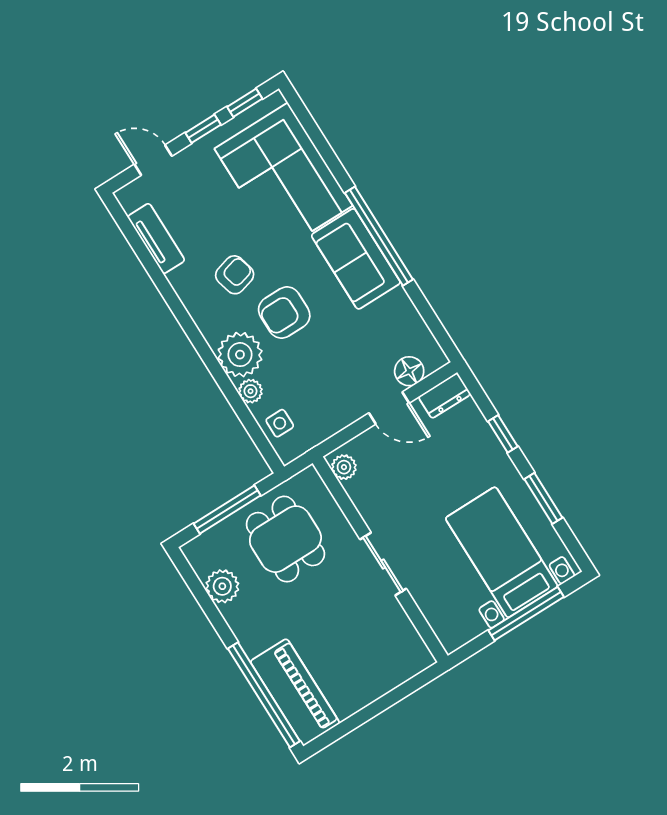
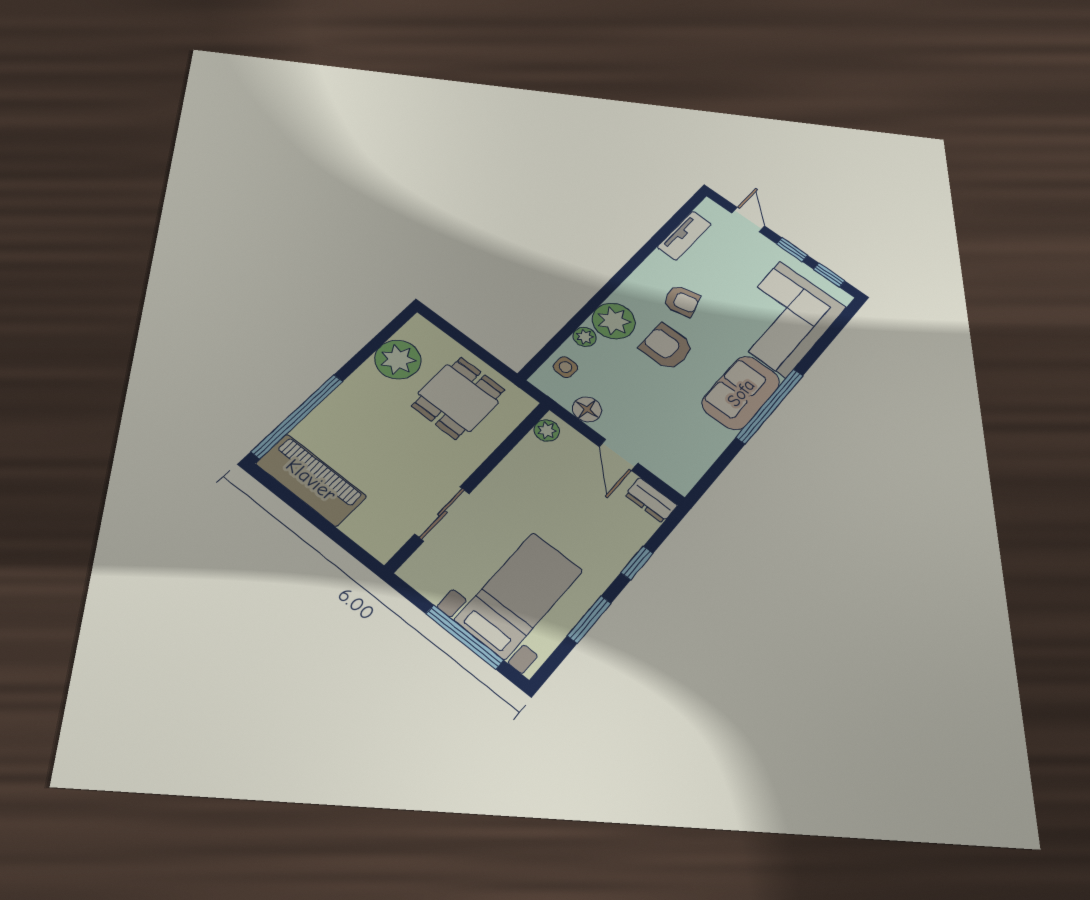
floor lamp: (409, 371) -> (587, 409), moved
window: (227, 510) -> (468, 343), removed
sliding door: (383, 564) -> (442, 514), moved
plant: (222, 586) -> (398, 360), width x1.36, depth x1.36
piano: (295, 692) -> (311, 480), moved, turned -90

